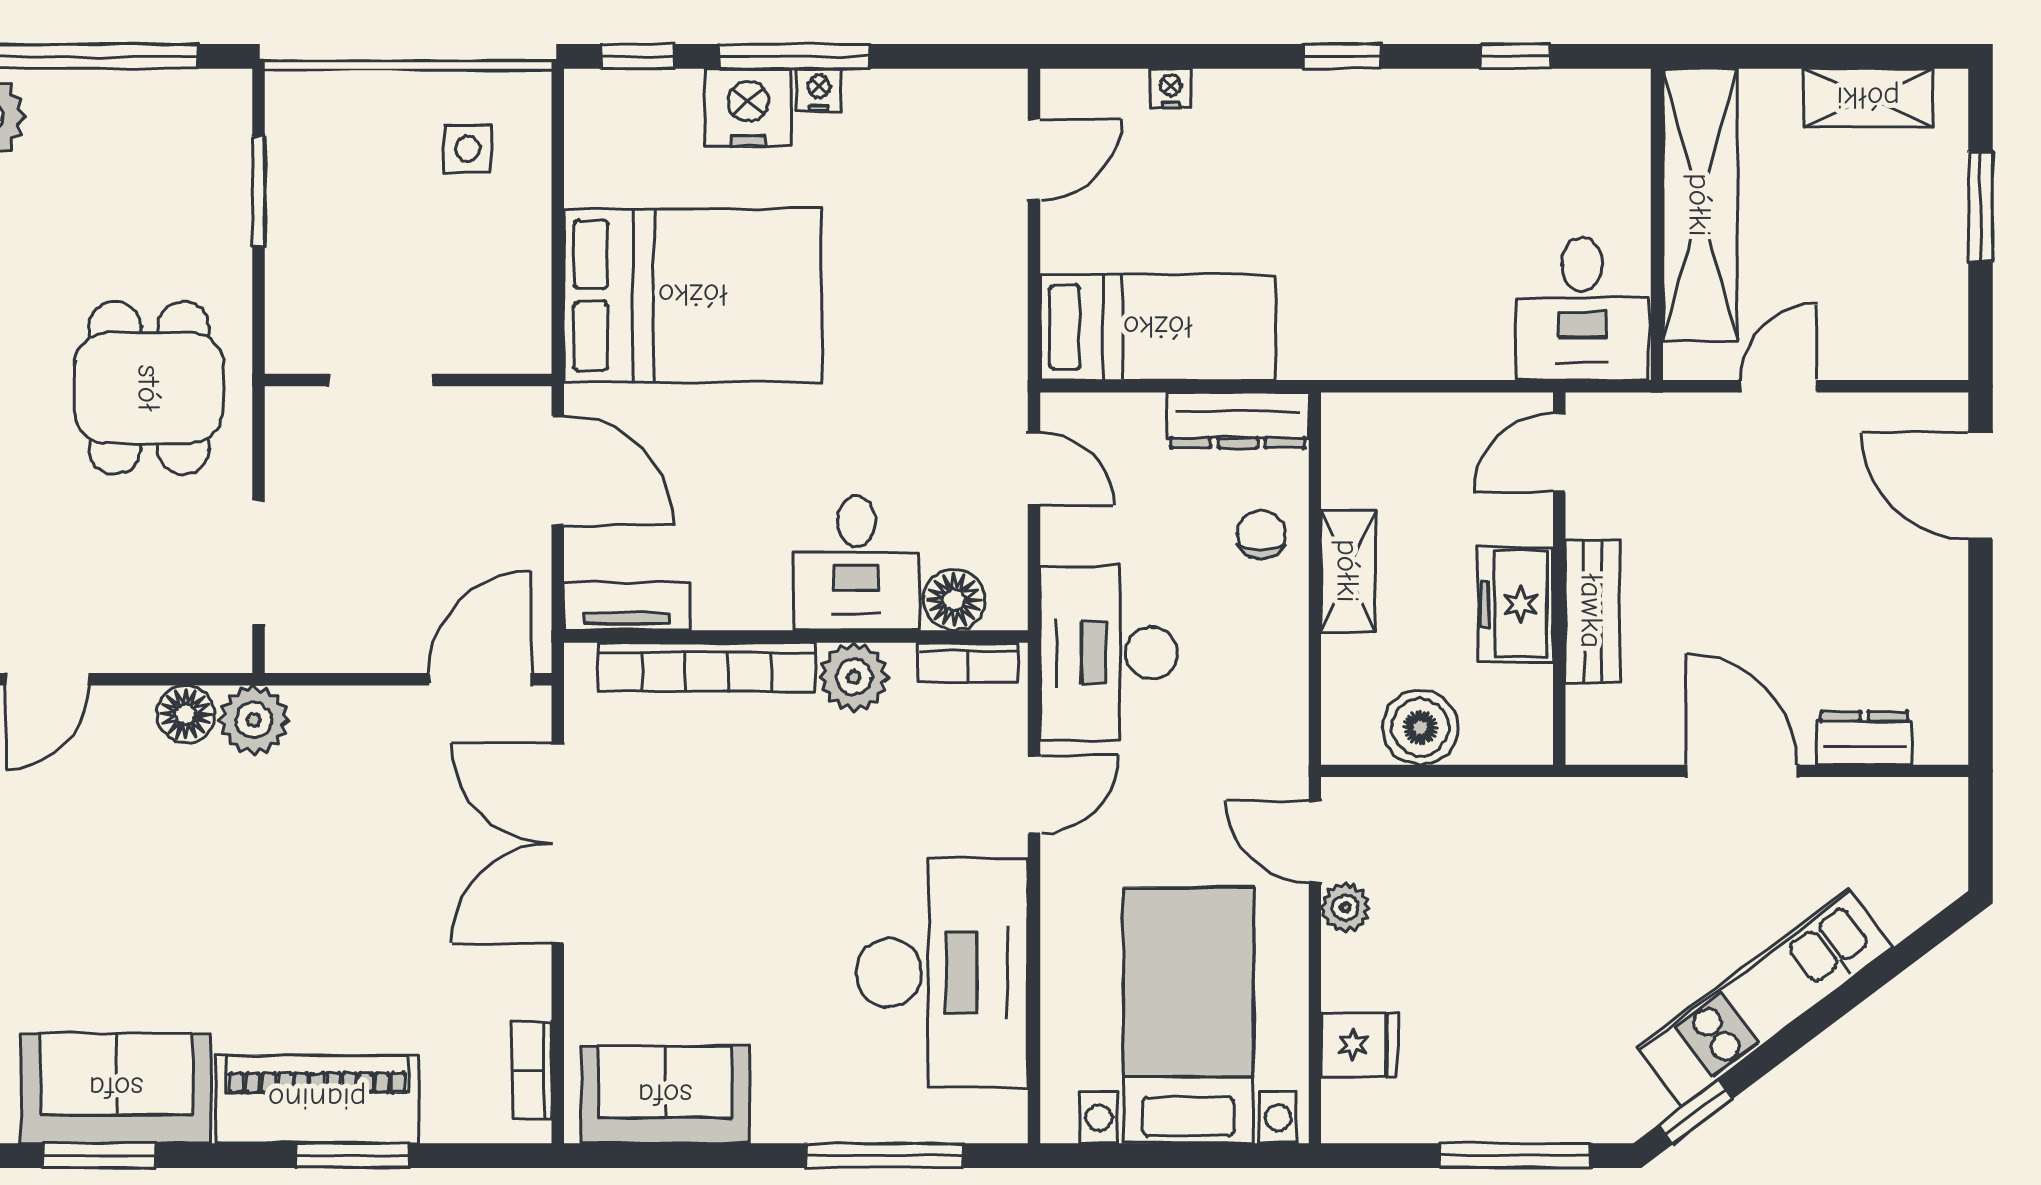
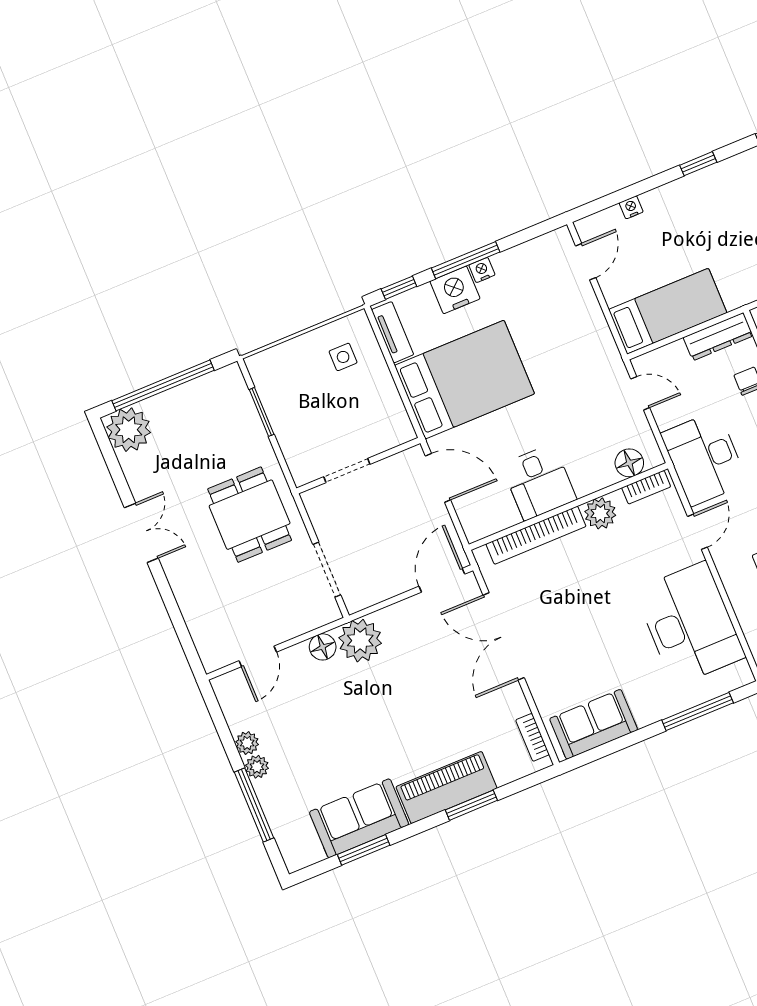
desk: (856, 563) -> (539, 482), moved
tv unit: (627, 606) -> (393, 332), moved, turned 90
plant: (254, 720) -> (360, 641), width x1.36, depth x1.36

